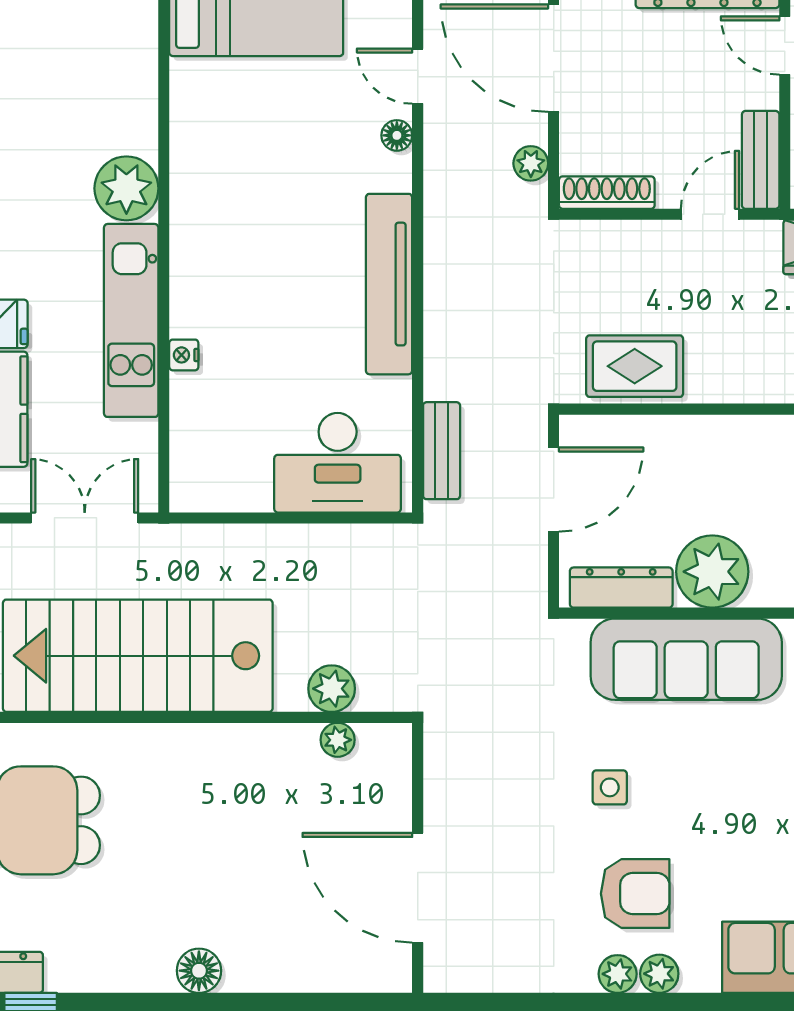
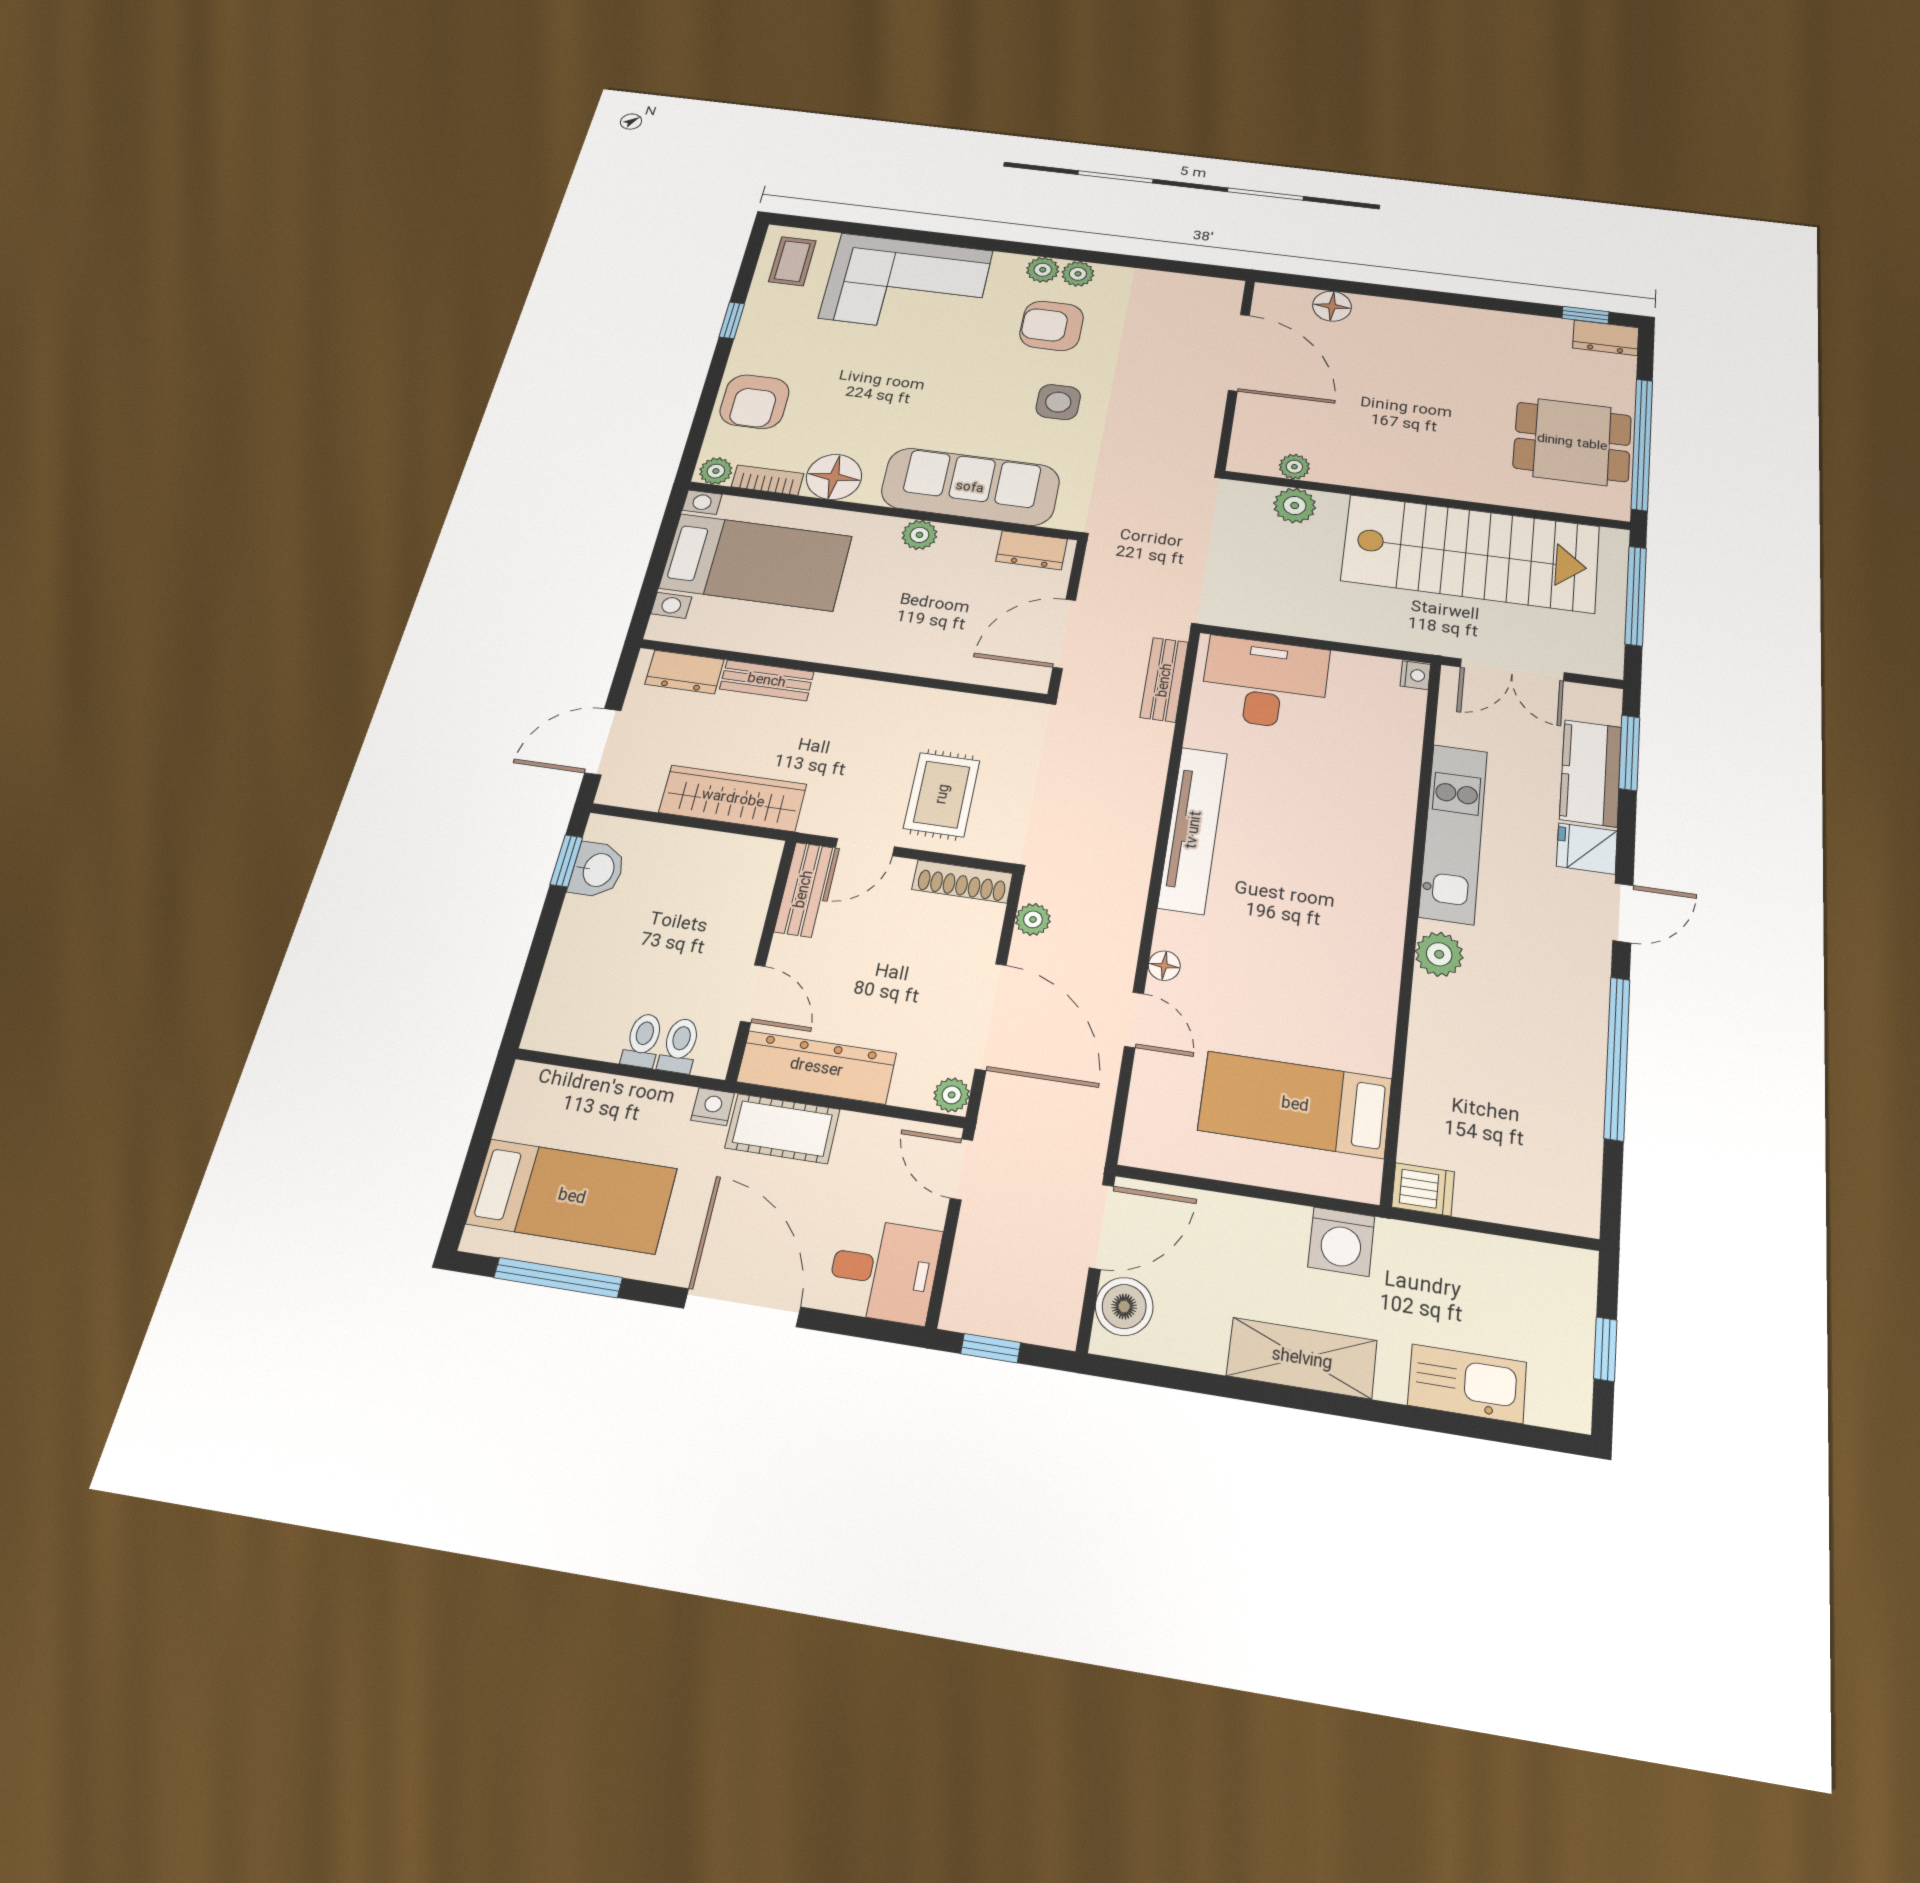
plant: (126, 188) -> (1439, 954), width x0.73, depth x0.73
nightstand: (184, 355) -> (1415, 675), moved
rug: (635, 366) -> (942, 794), moved, turned 90
plant: (712, 572) -> (919, 535), width x0.53, depth x0.53
dresser: (621, 588) -> (1032, 550), width x0.70
side table: (610, 787) -> (1058, 402), width x1.37, depth x1.37
floor lamp: (199, 971) -> (1332, 306), moved

